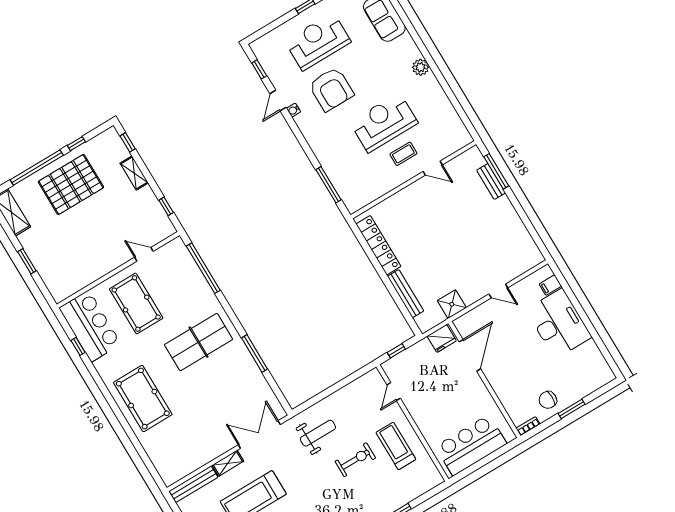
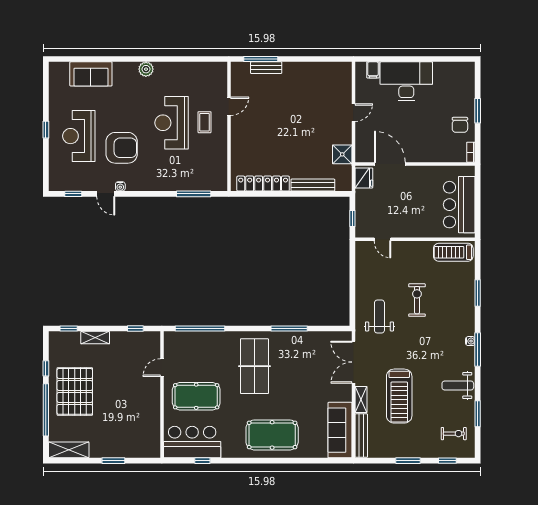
treadmill: (396, 446) -> (453, 252), moved
sofa: (187, 461) -> (340, 430), added

